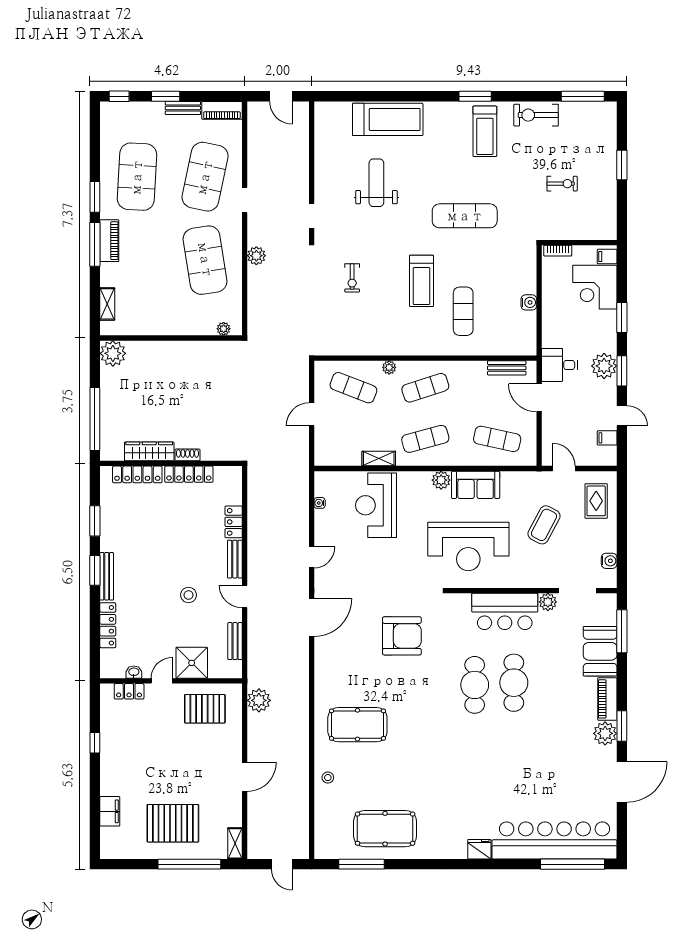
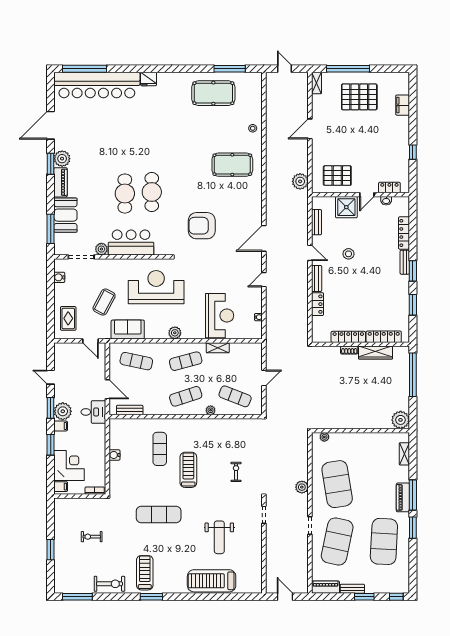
filing cabinet: (607, 438) -> (61, 426), moved
sofa: (476, 485) -> (128, 330), moved
bench: (107, 576) -> (405, 262), width x0.73

